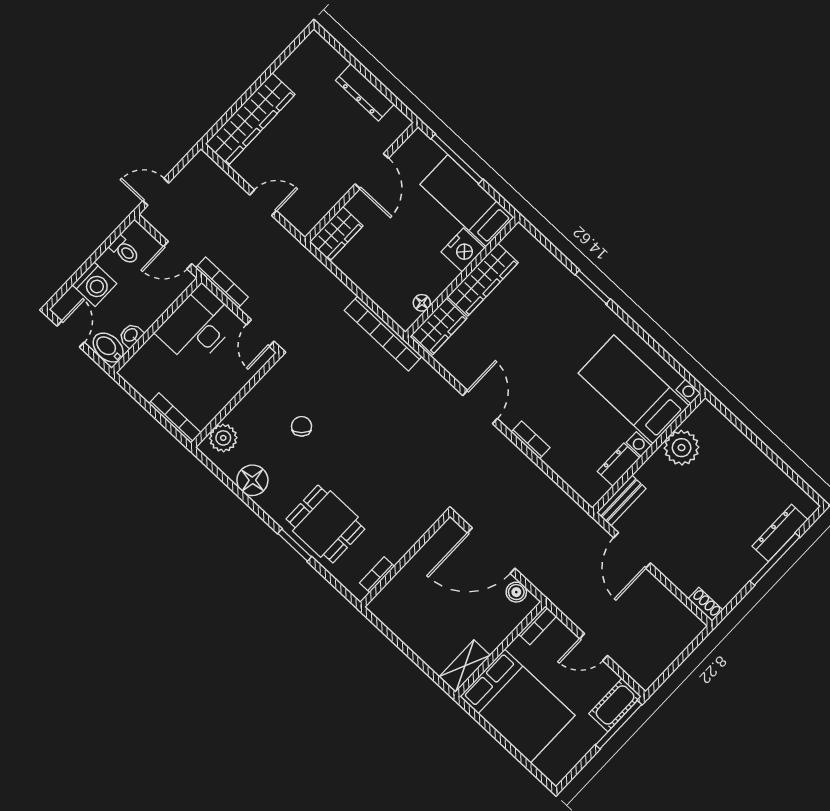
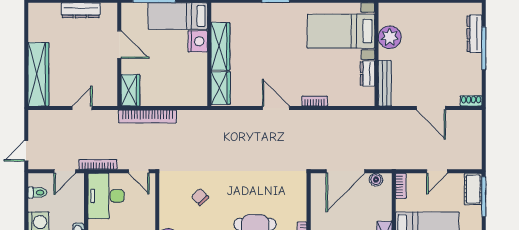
floor lamp: (422, 303) -> (202, 85), removed
bookcase: (383, 333) -> (147, 116), moved
bench: (621, 501) -> (385, 83), width x1.36
door: (632, 550) -> (431, 108), moved

